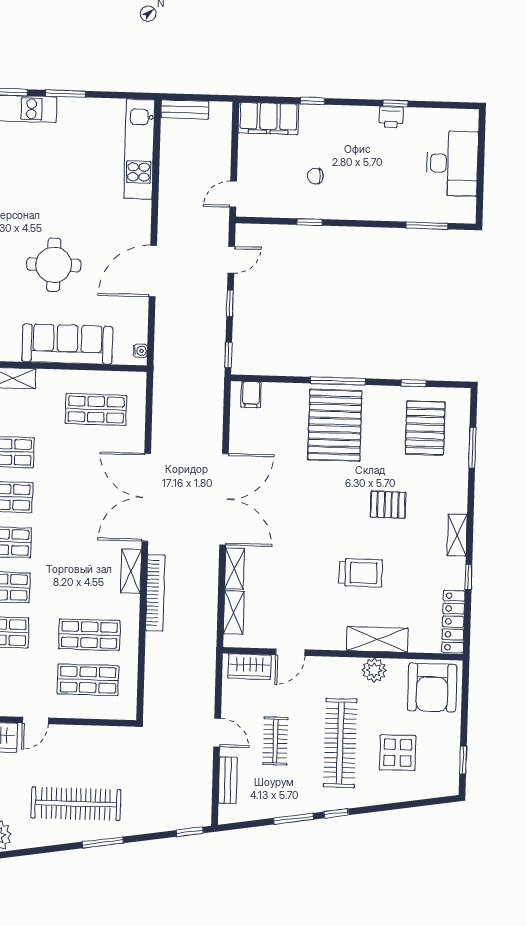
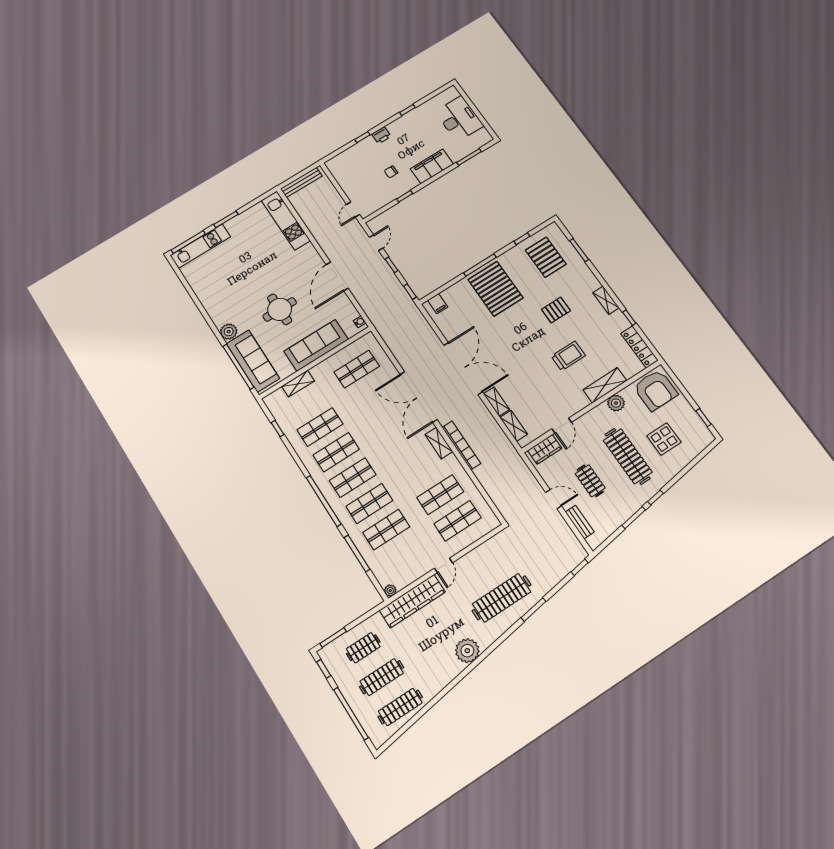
bench: (185, 110) -> (301, 182), width x1.36
printer: (391, 117) -> (381, 135), moved
filing cabinet: (268, 118) -> (432, 166), moved, turned 180

